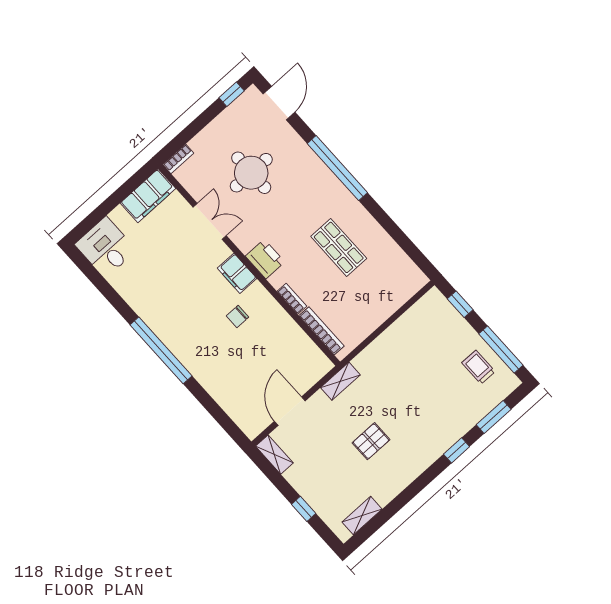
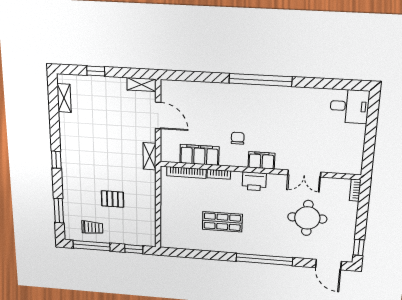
filing cabinet: (148, 196) -> (199, 155), moved, turned 90
pallet: (371, 441) -> (112, 199), moved, turned 90
window: (457, 450) -> (56, 160), moved

